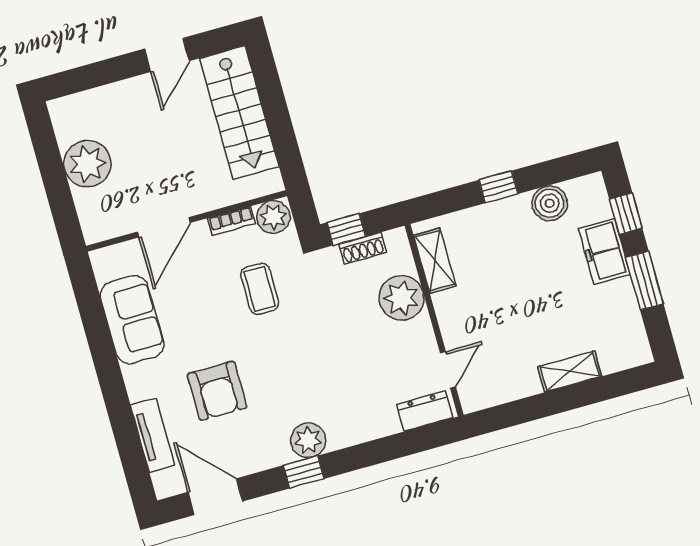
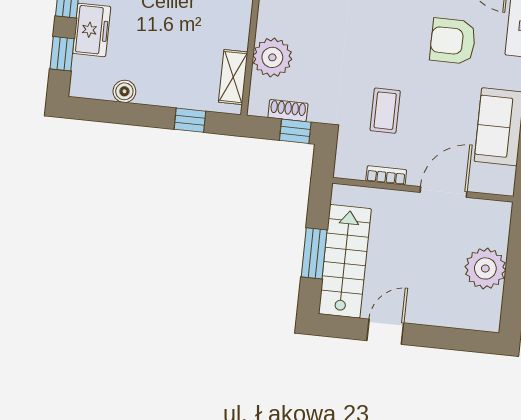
window: (275, 108) -> (314, 253), added
window: (498, 187) -> (190, 120), moved
boiler: (550, 203) -> (124, 91), width x0.73, depth x0.73
plant: (273, 217) -> (351, 165), removed
armchair: (217, 391) -> (453, 41), turned -90

